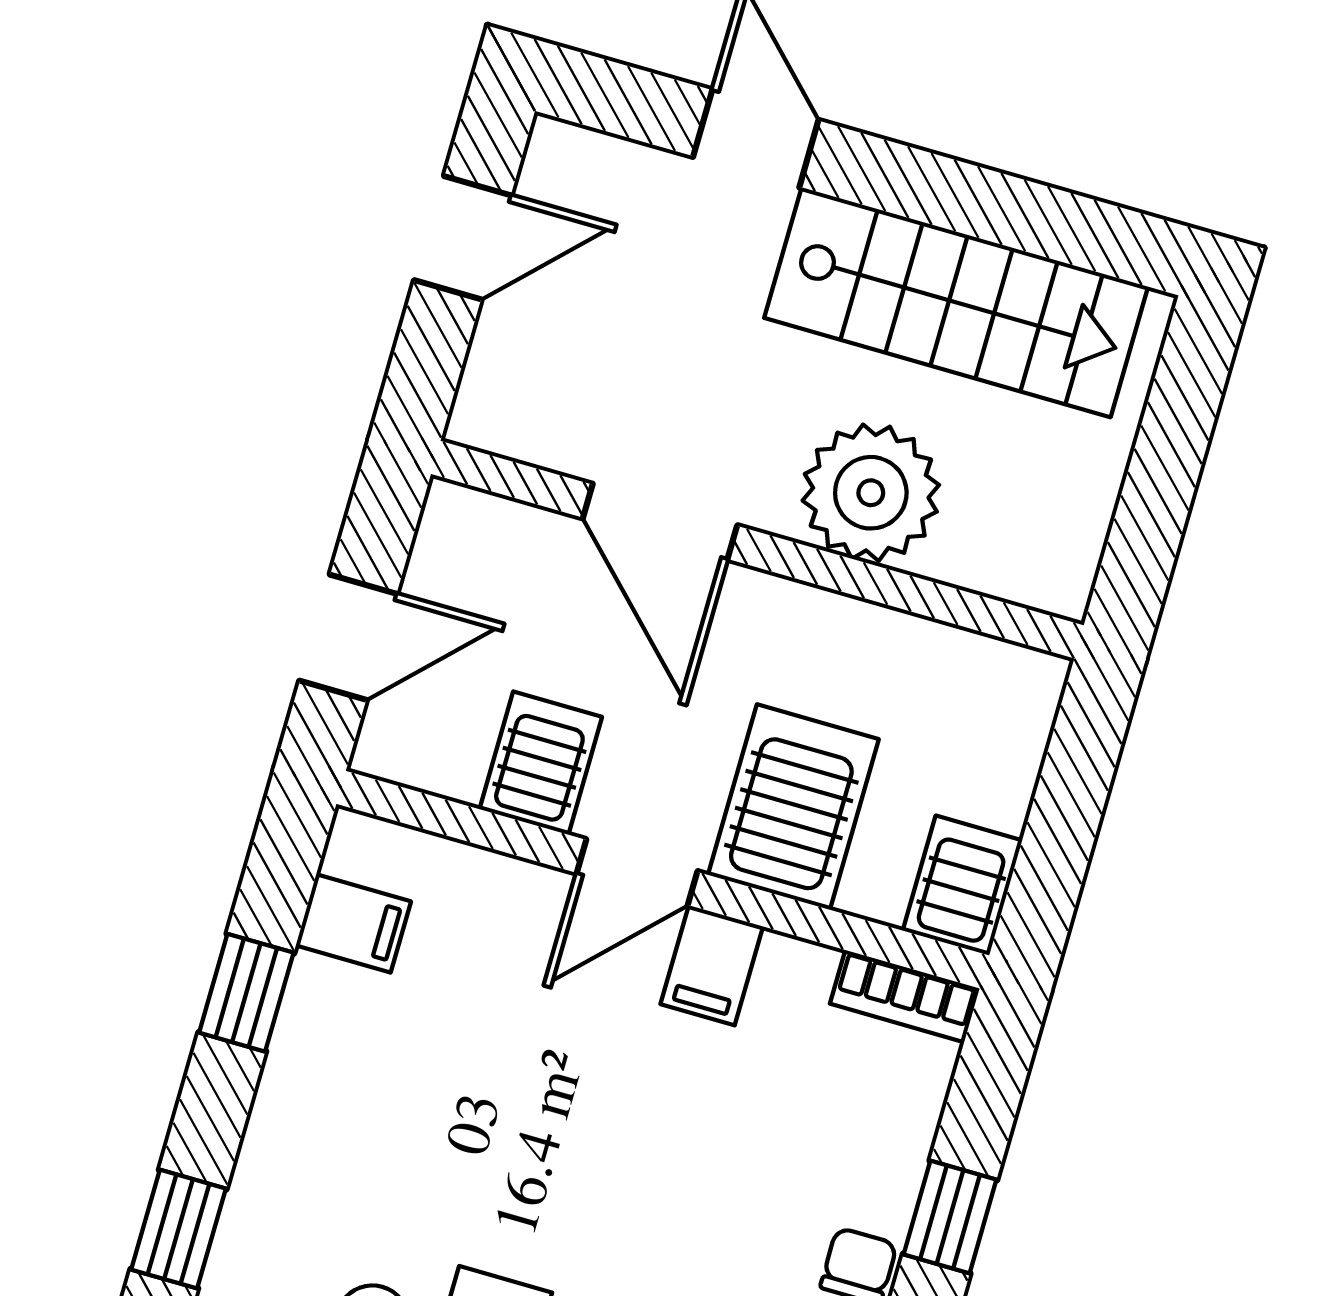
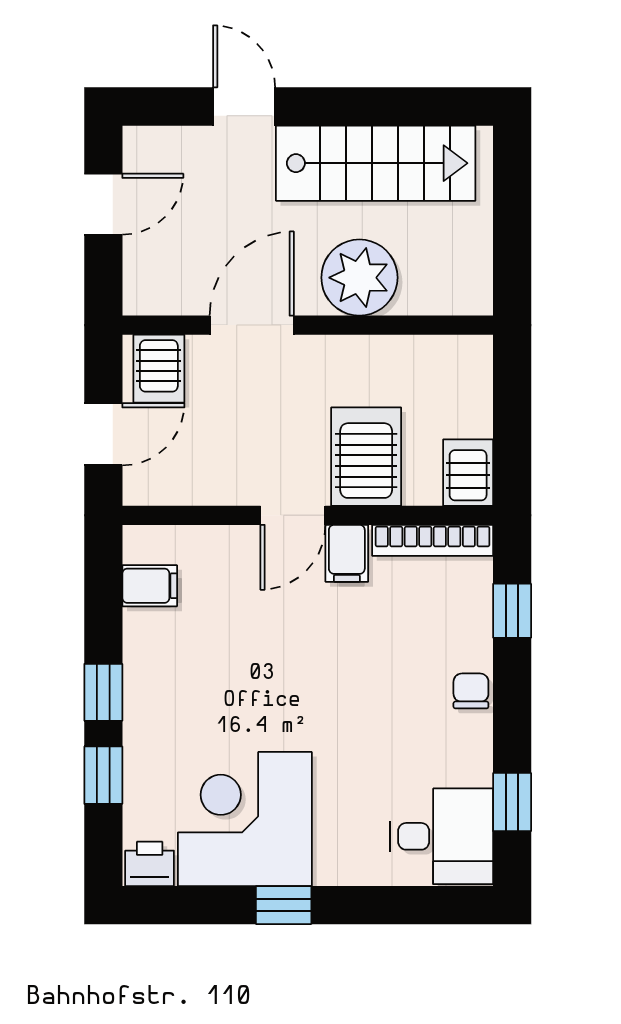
door: (660, 522) -> (252, 325), swing flipped
server rack: (541, 763) -> (159, 369), moved, turned 180
window: (246, 993) -> (103, 692), moved
bookcase: (905, 996) -> (433, 540), width x1.56
window: (950, 1217) -> (512, 611), moved

